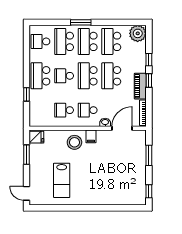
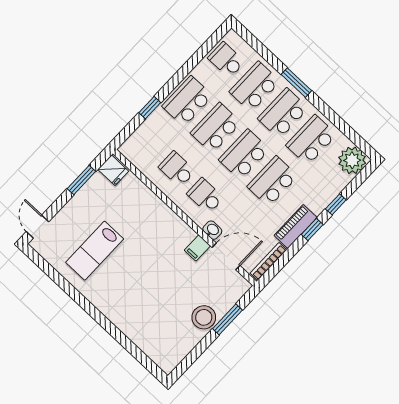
school desk: (64, 76) -> (216, 128), width x1.85
filing cabinet: (91, 136) -> (197, 248), moved
stool: (74, 142) -> (204, 317), moved
window: (149, 191) -> (187, 362), removed

